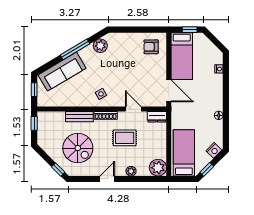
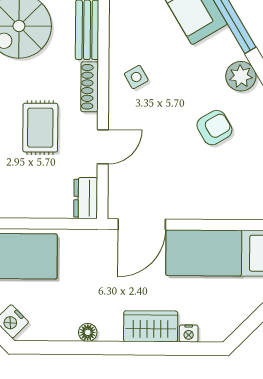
armchair: (151, 47) -> (214, 128), moved, turned 60
wardrobe: (216, 86) -> (151, 326), added

